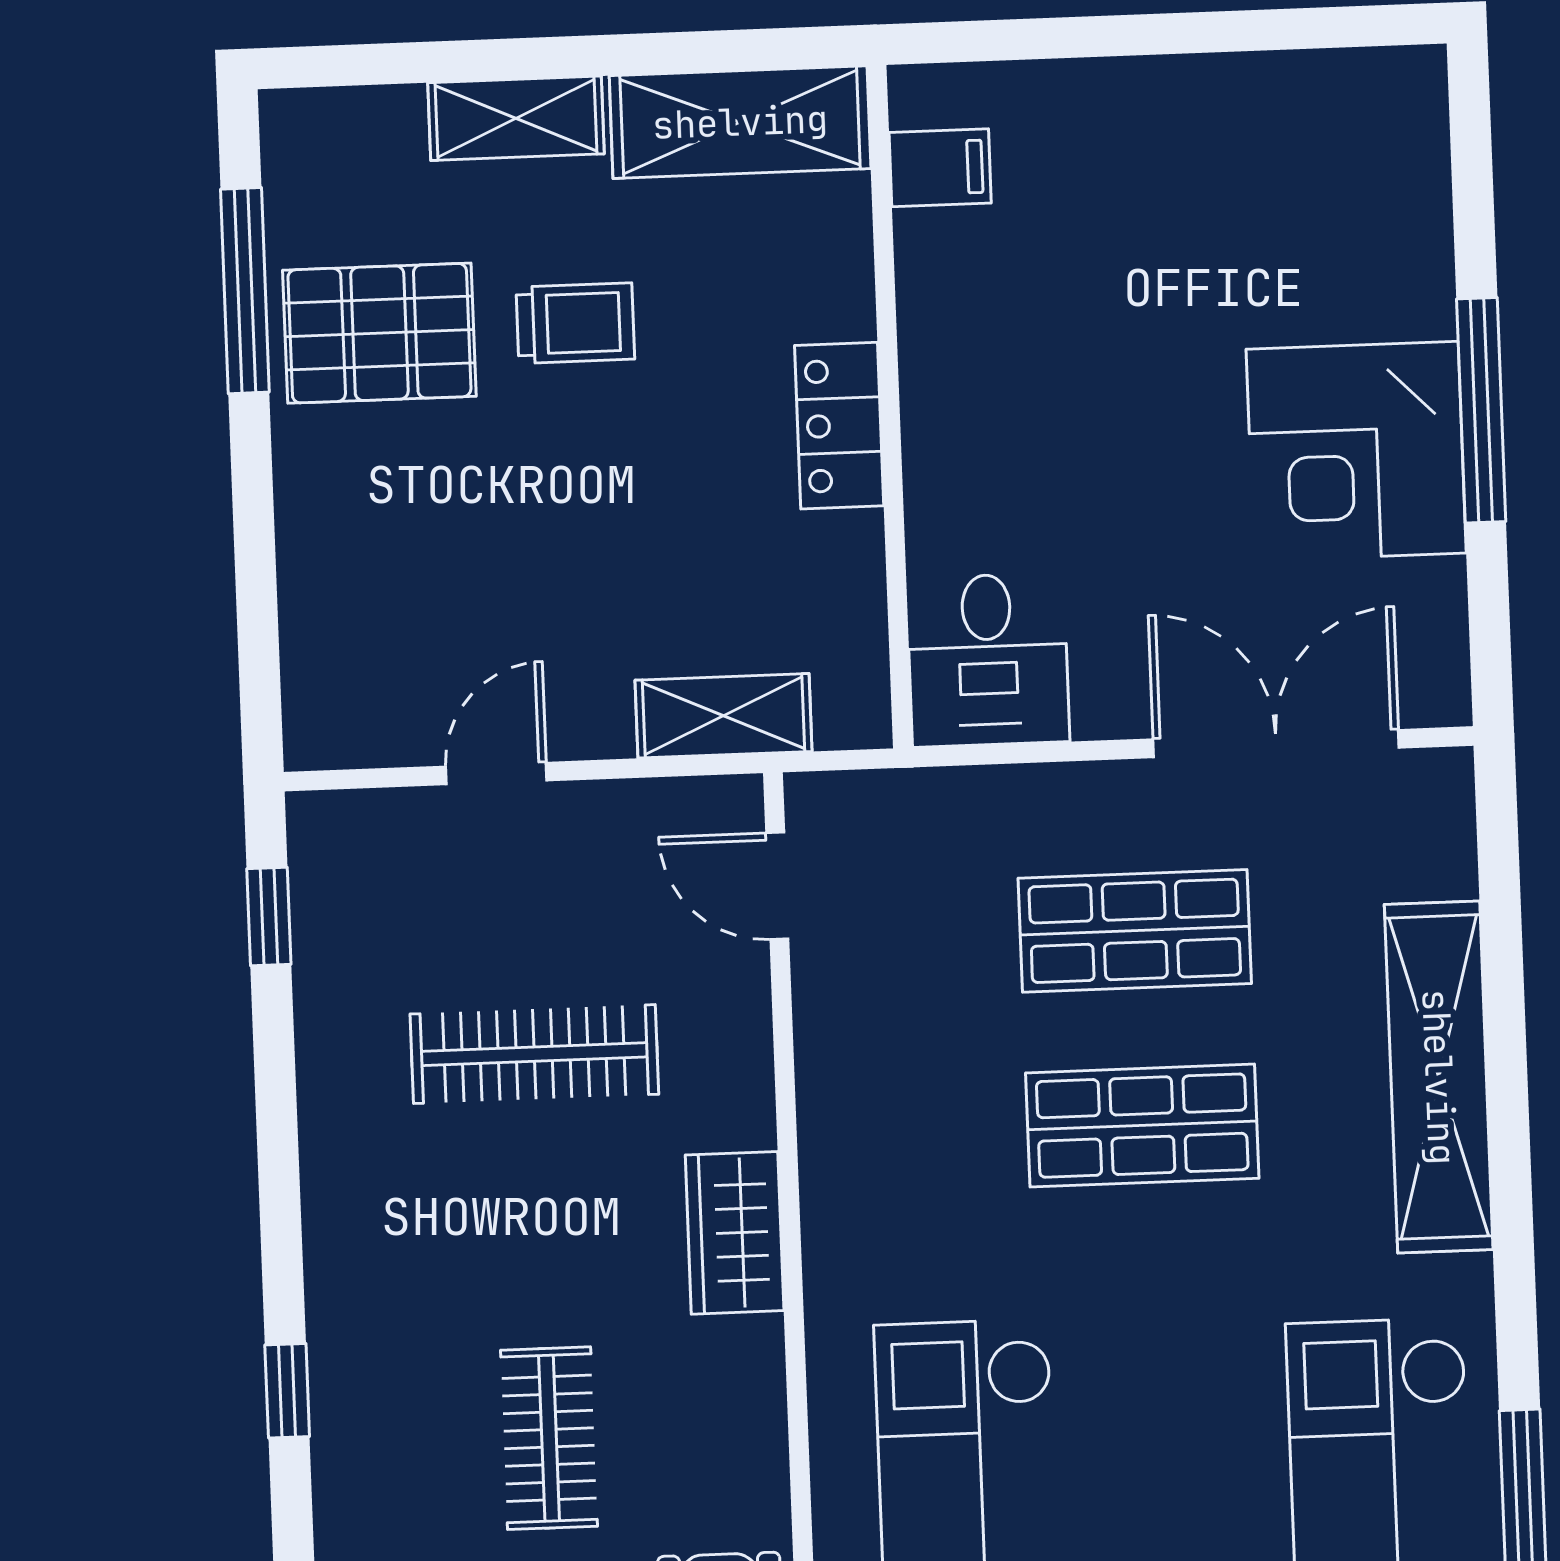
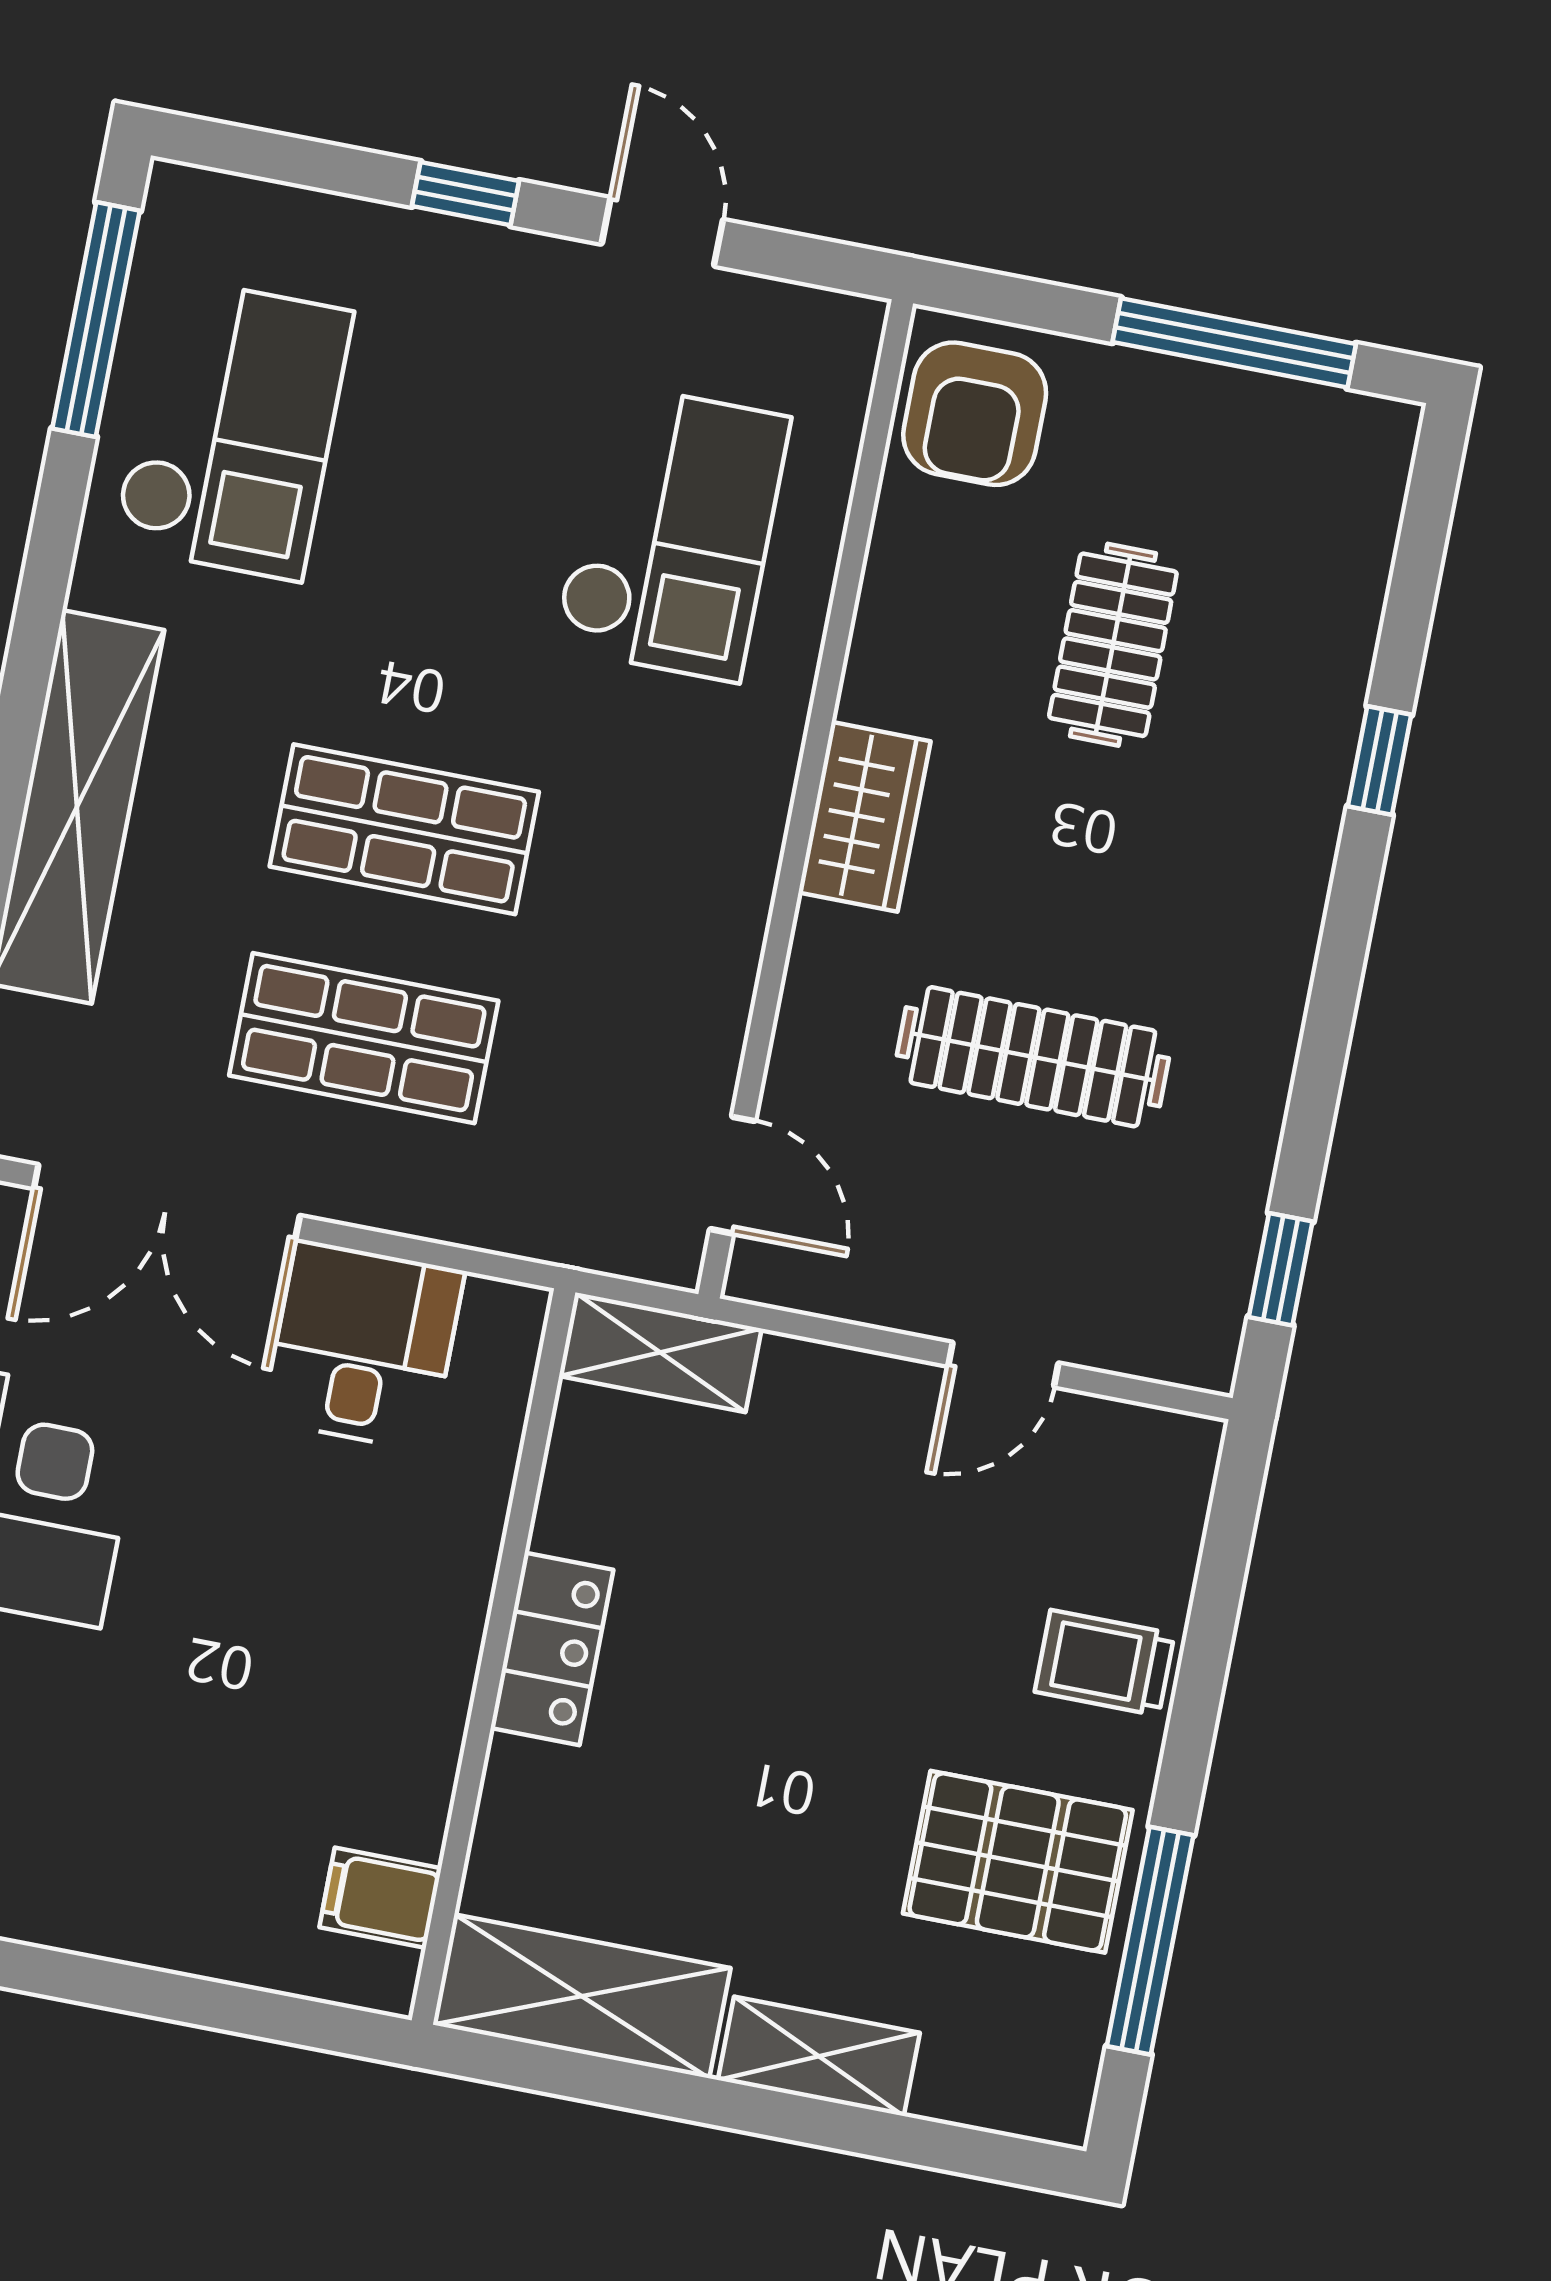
trolley: (575, 323) -> (1105, 1663), moved
desk: (988, 660) -> (363, 1345), moved
shelving: (724, 716) -> (660, 1352), moved

